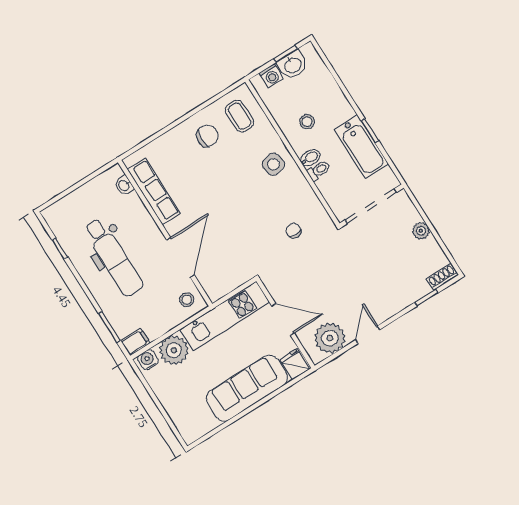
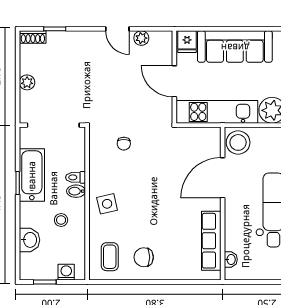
washbasin: (293, 65) -> (29, 240), moved, turned 90
stool: (187, 300) -> (238, 142), width x1.89, depth x1.89
door: (368, 335) -> (117, 29), hinge flipped
plant: (330, 338) -> (141, 38), width x0.53, depth x0.53

